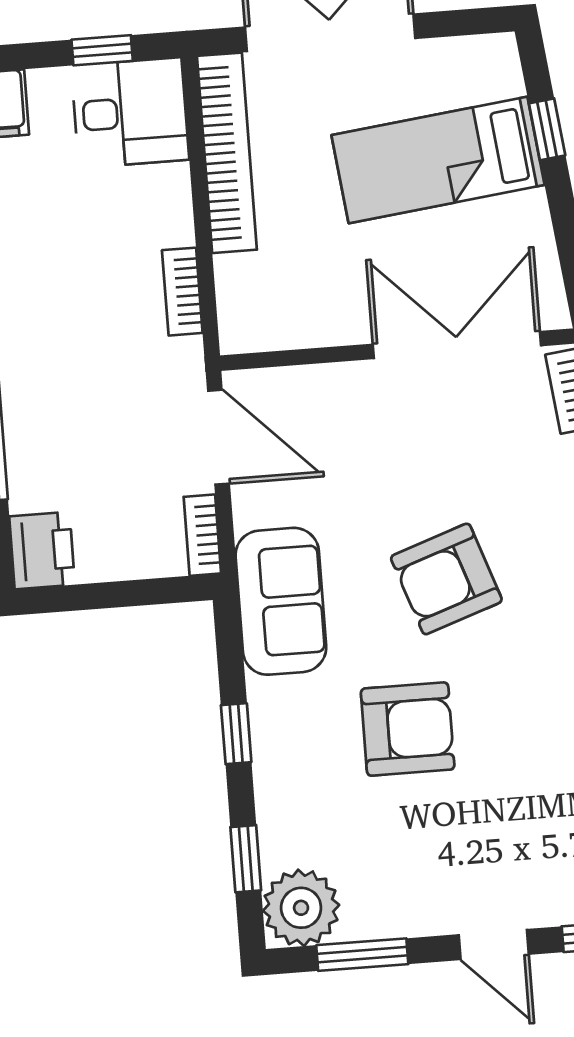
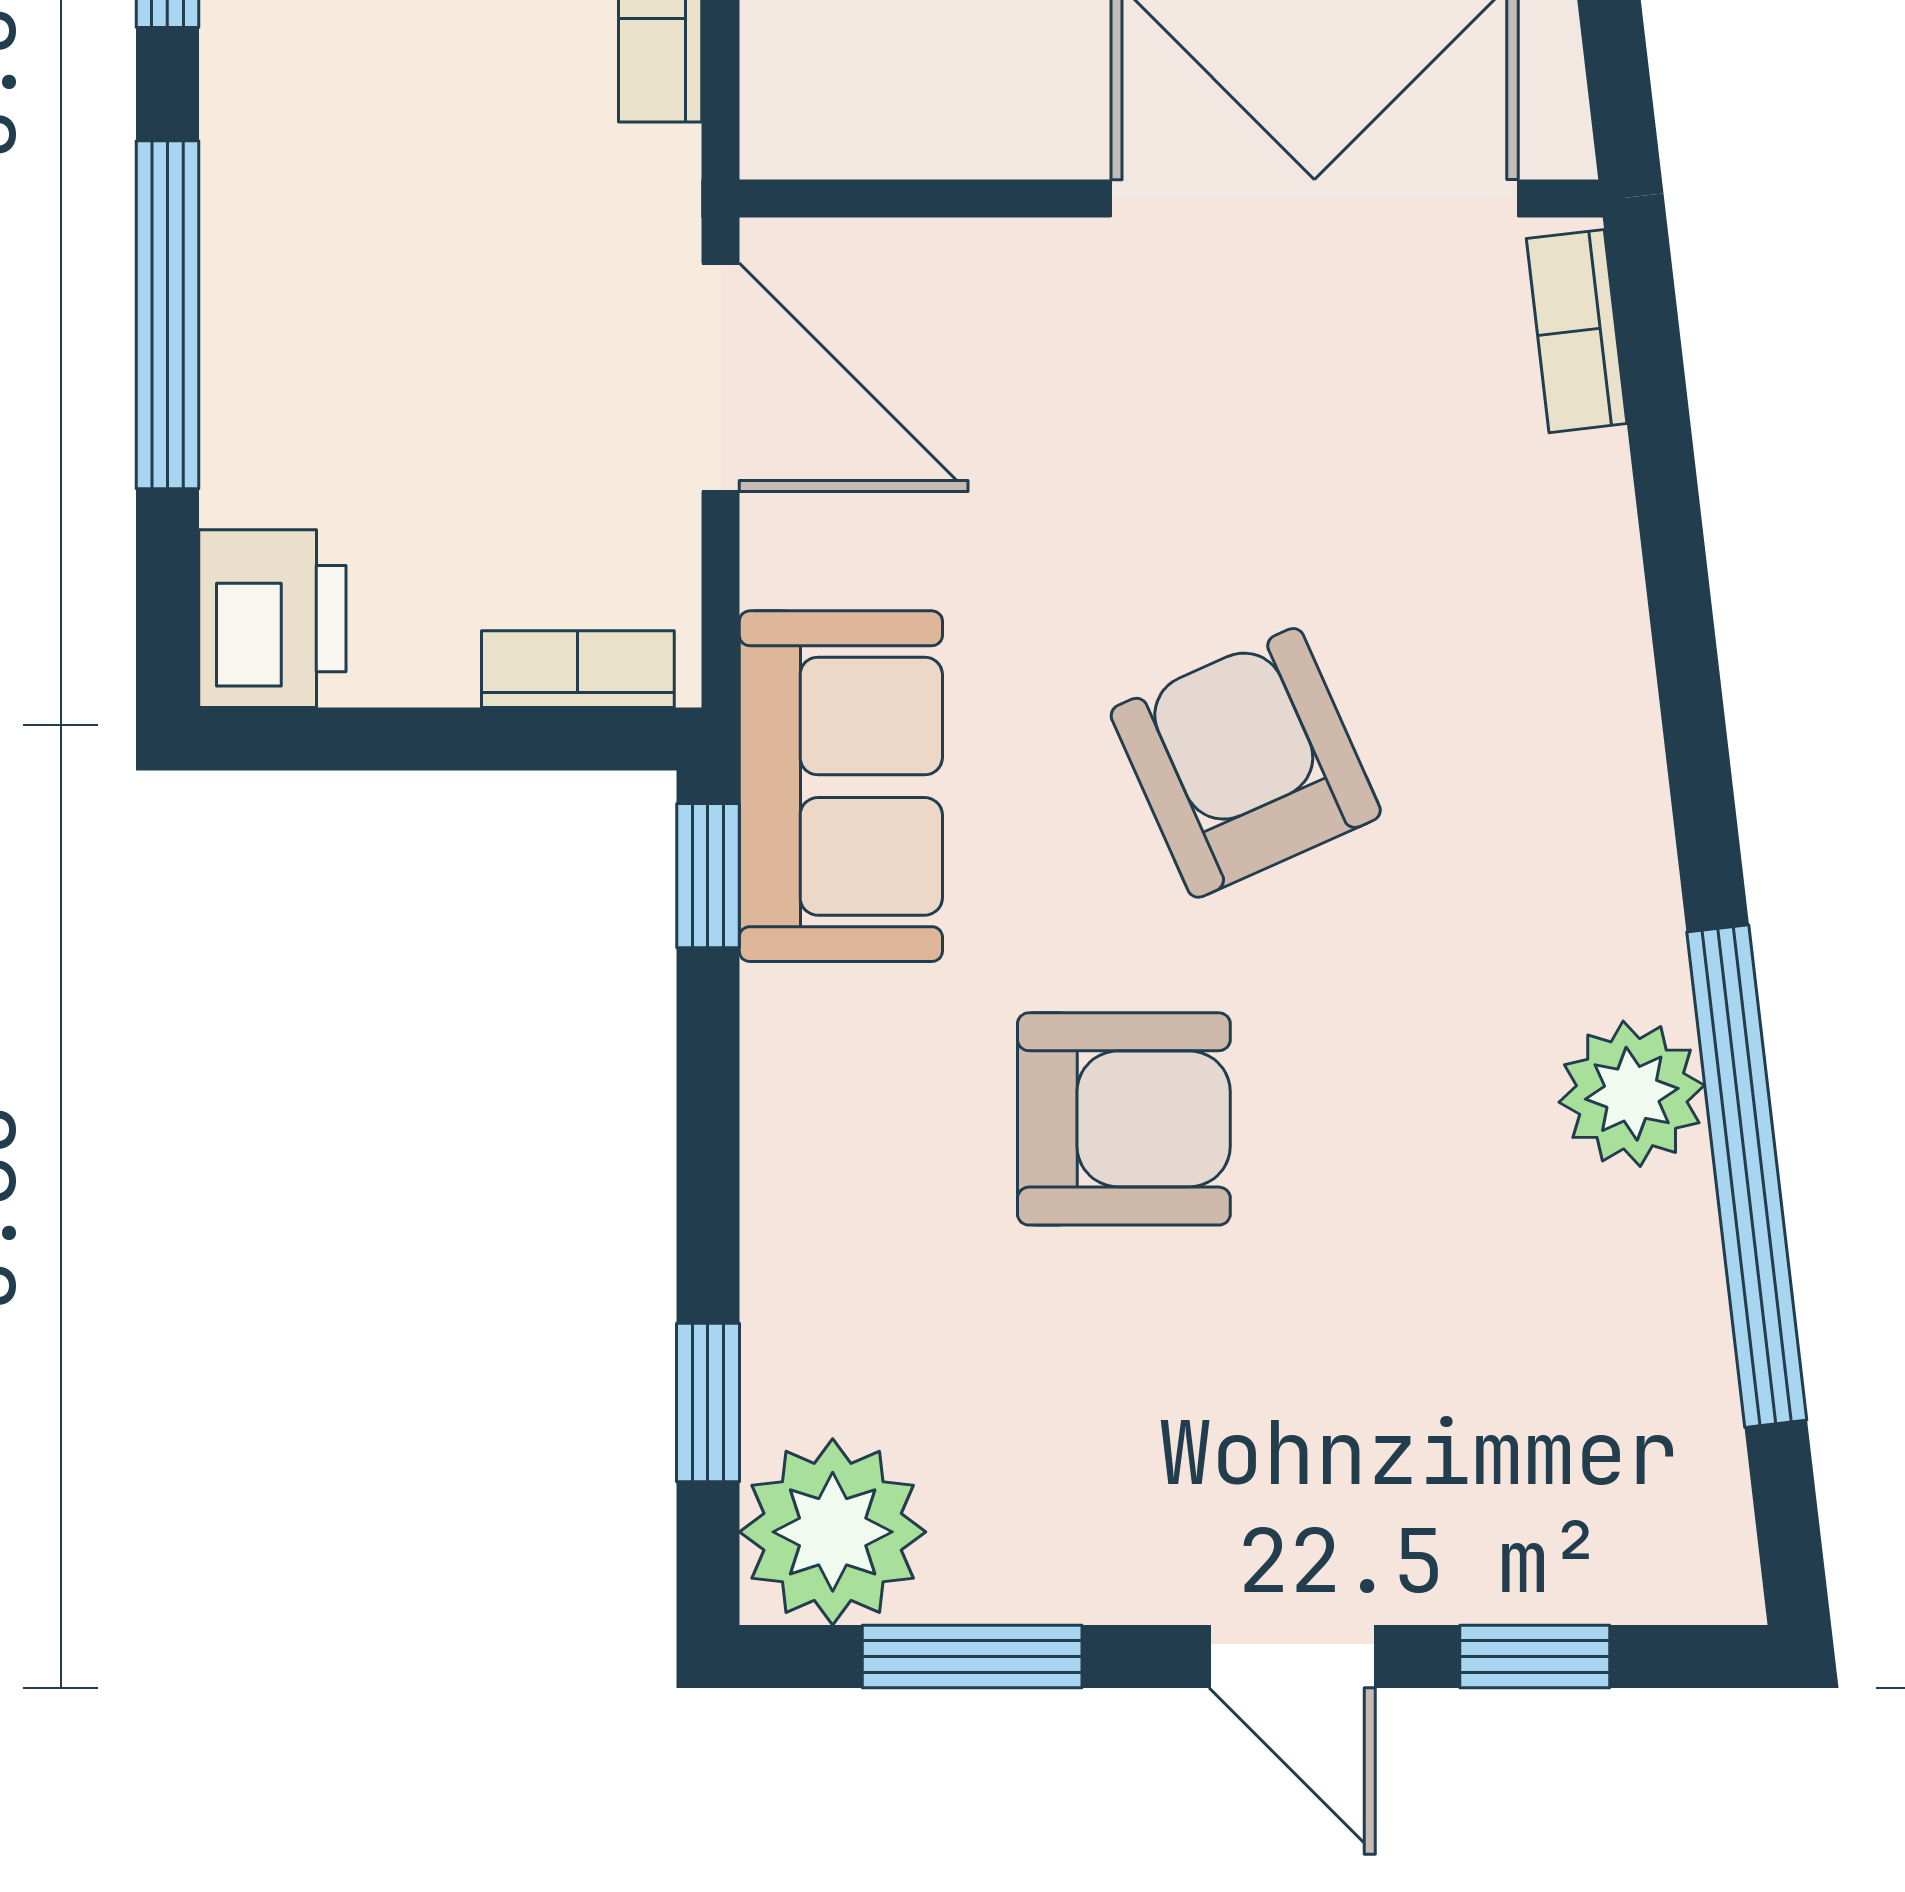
bookcase: (202, 535) -> (578, 669), moved, turned 90
armchair: (446, 579) -> (1246, 763), turned 85
window: (236, 734) -> (708, 876), moved

